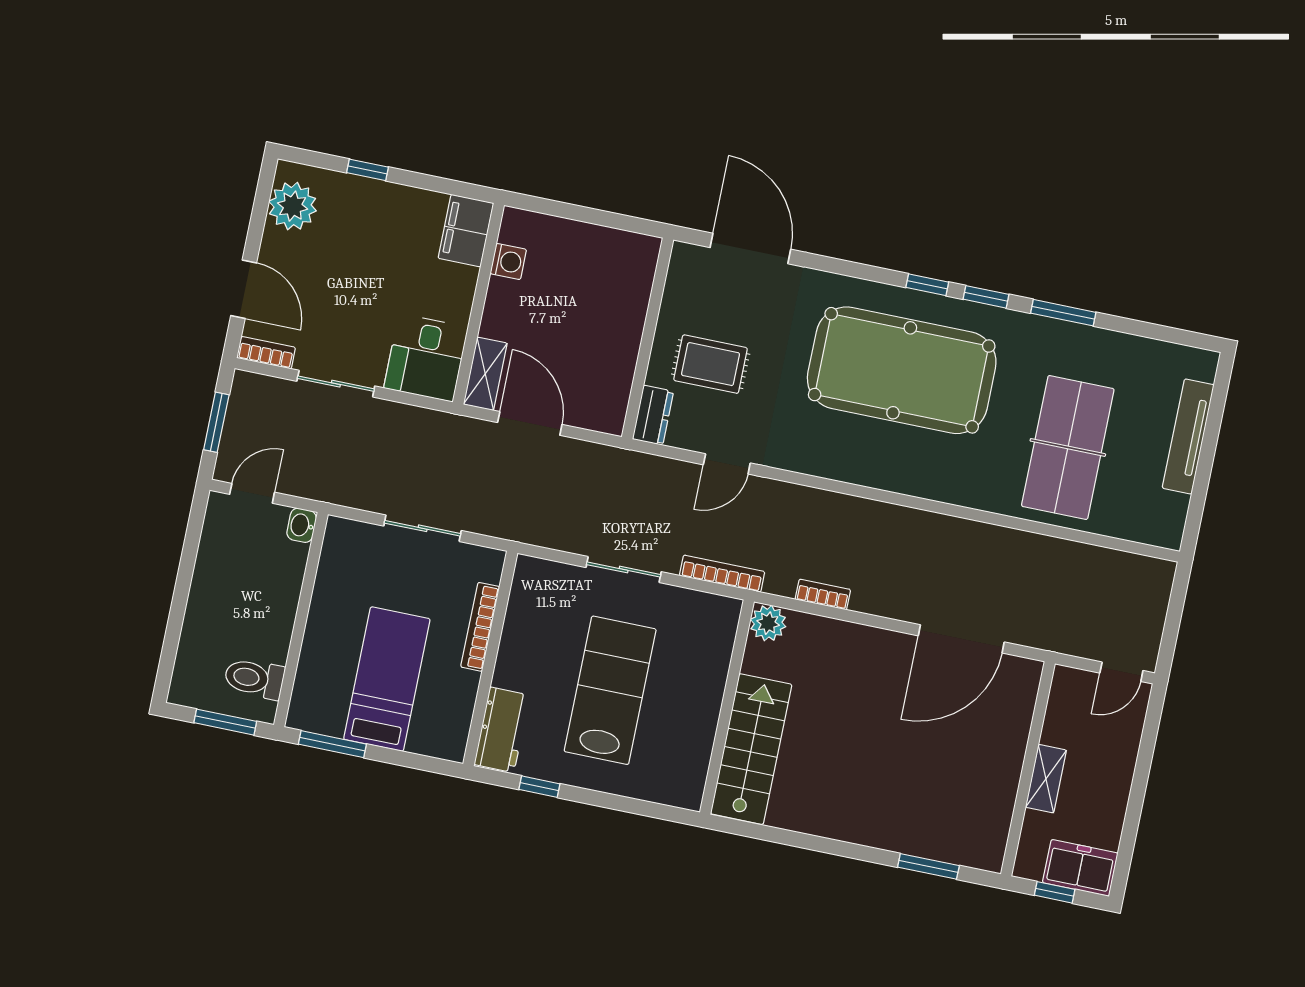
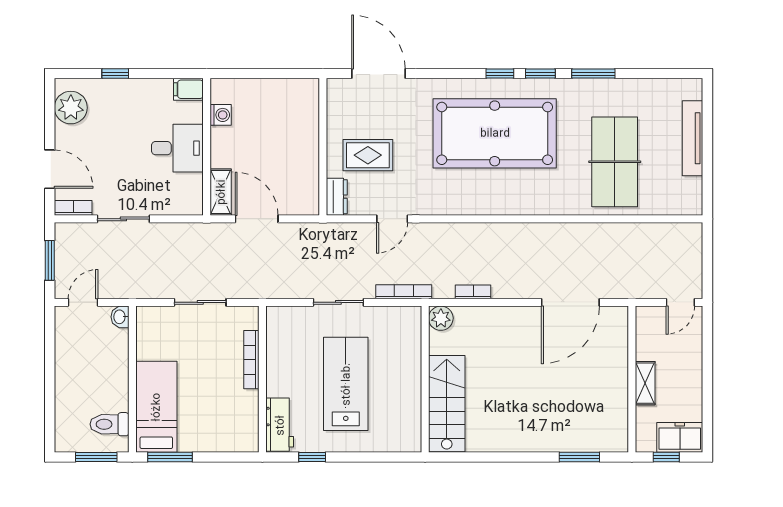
filing cabinet: (466, 231) -> (188, 89), width x0.50
desk: (426, 358) -> (177, 148), moved, turned -90
bed: (387, 679) -> (156, 407), moved

